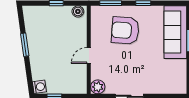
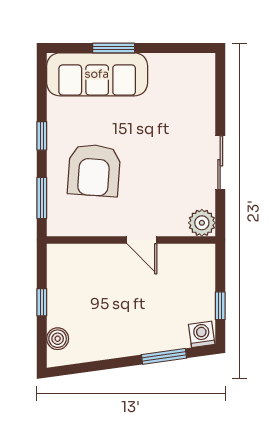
boiler: (78, 11) -> (58, 339), moved
window: (25, 45) -> (164, 356), moved

